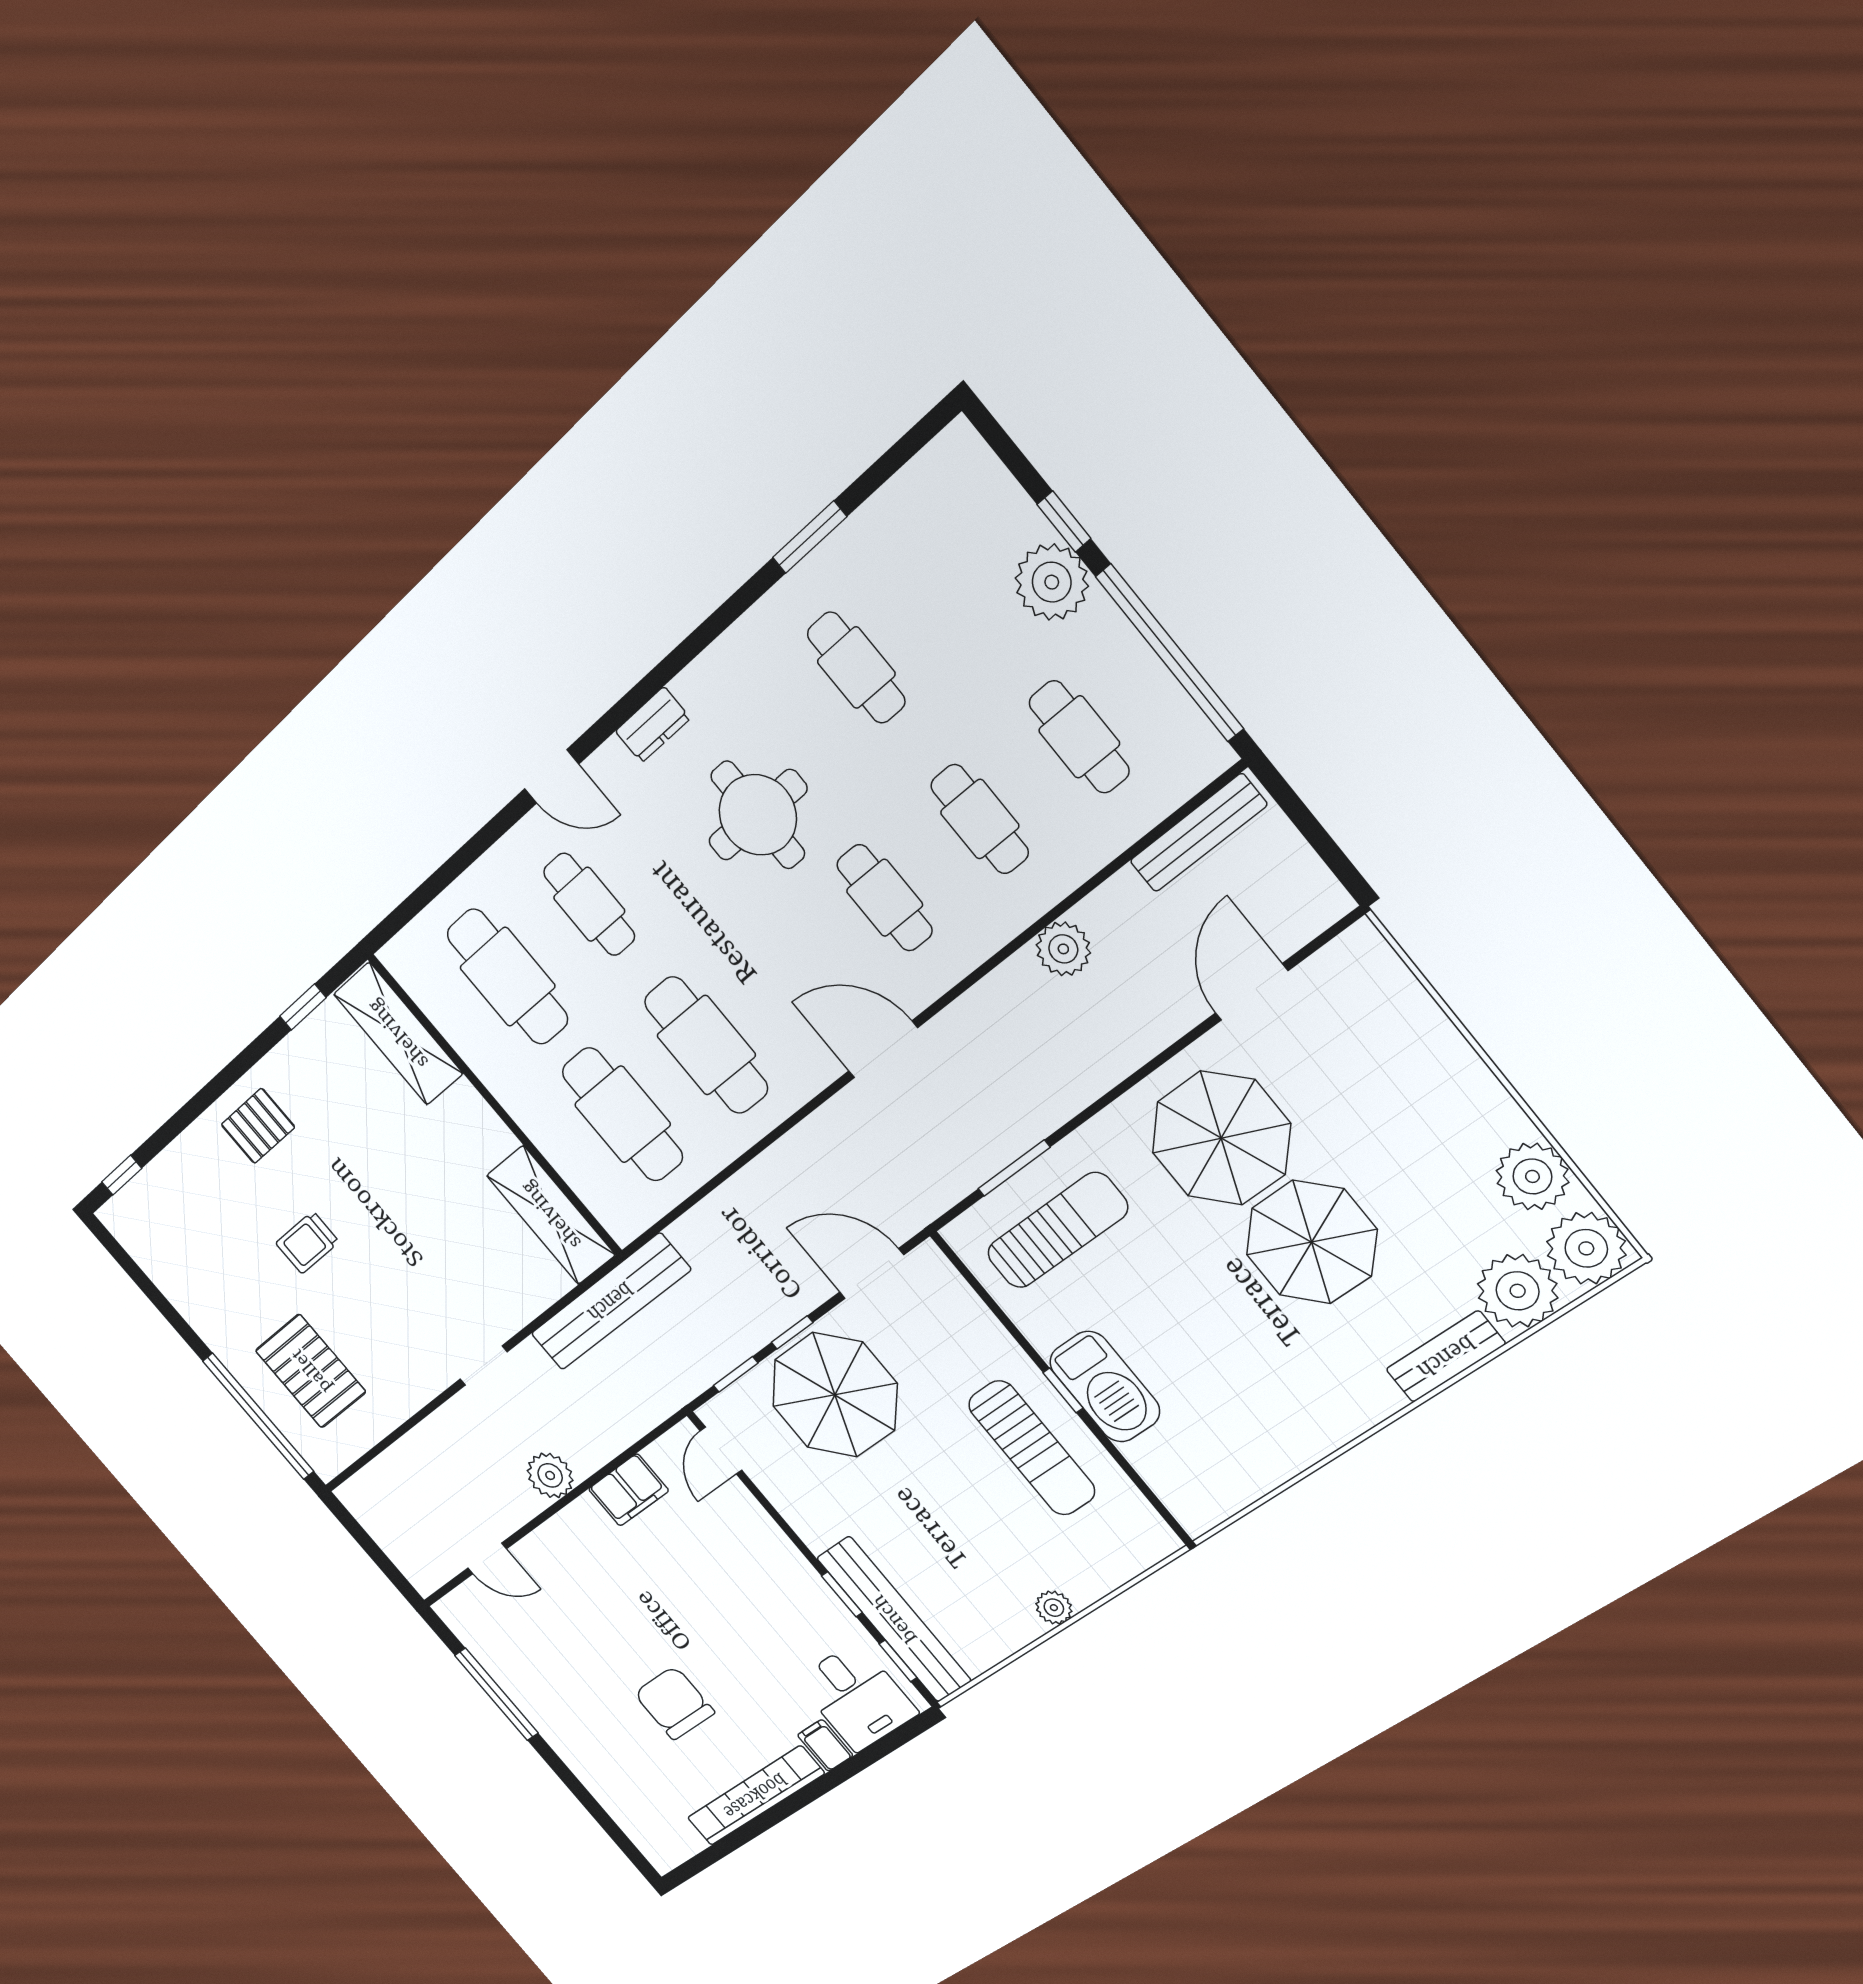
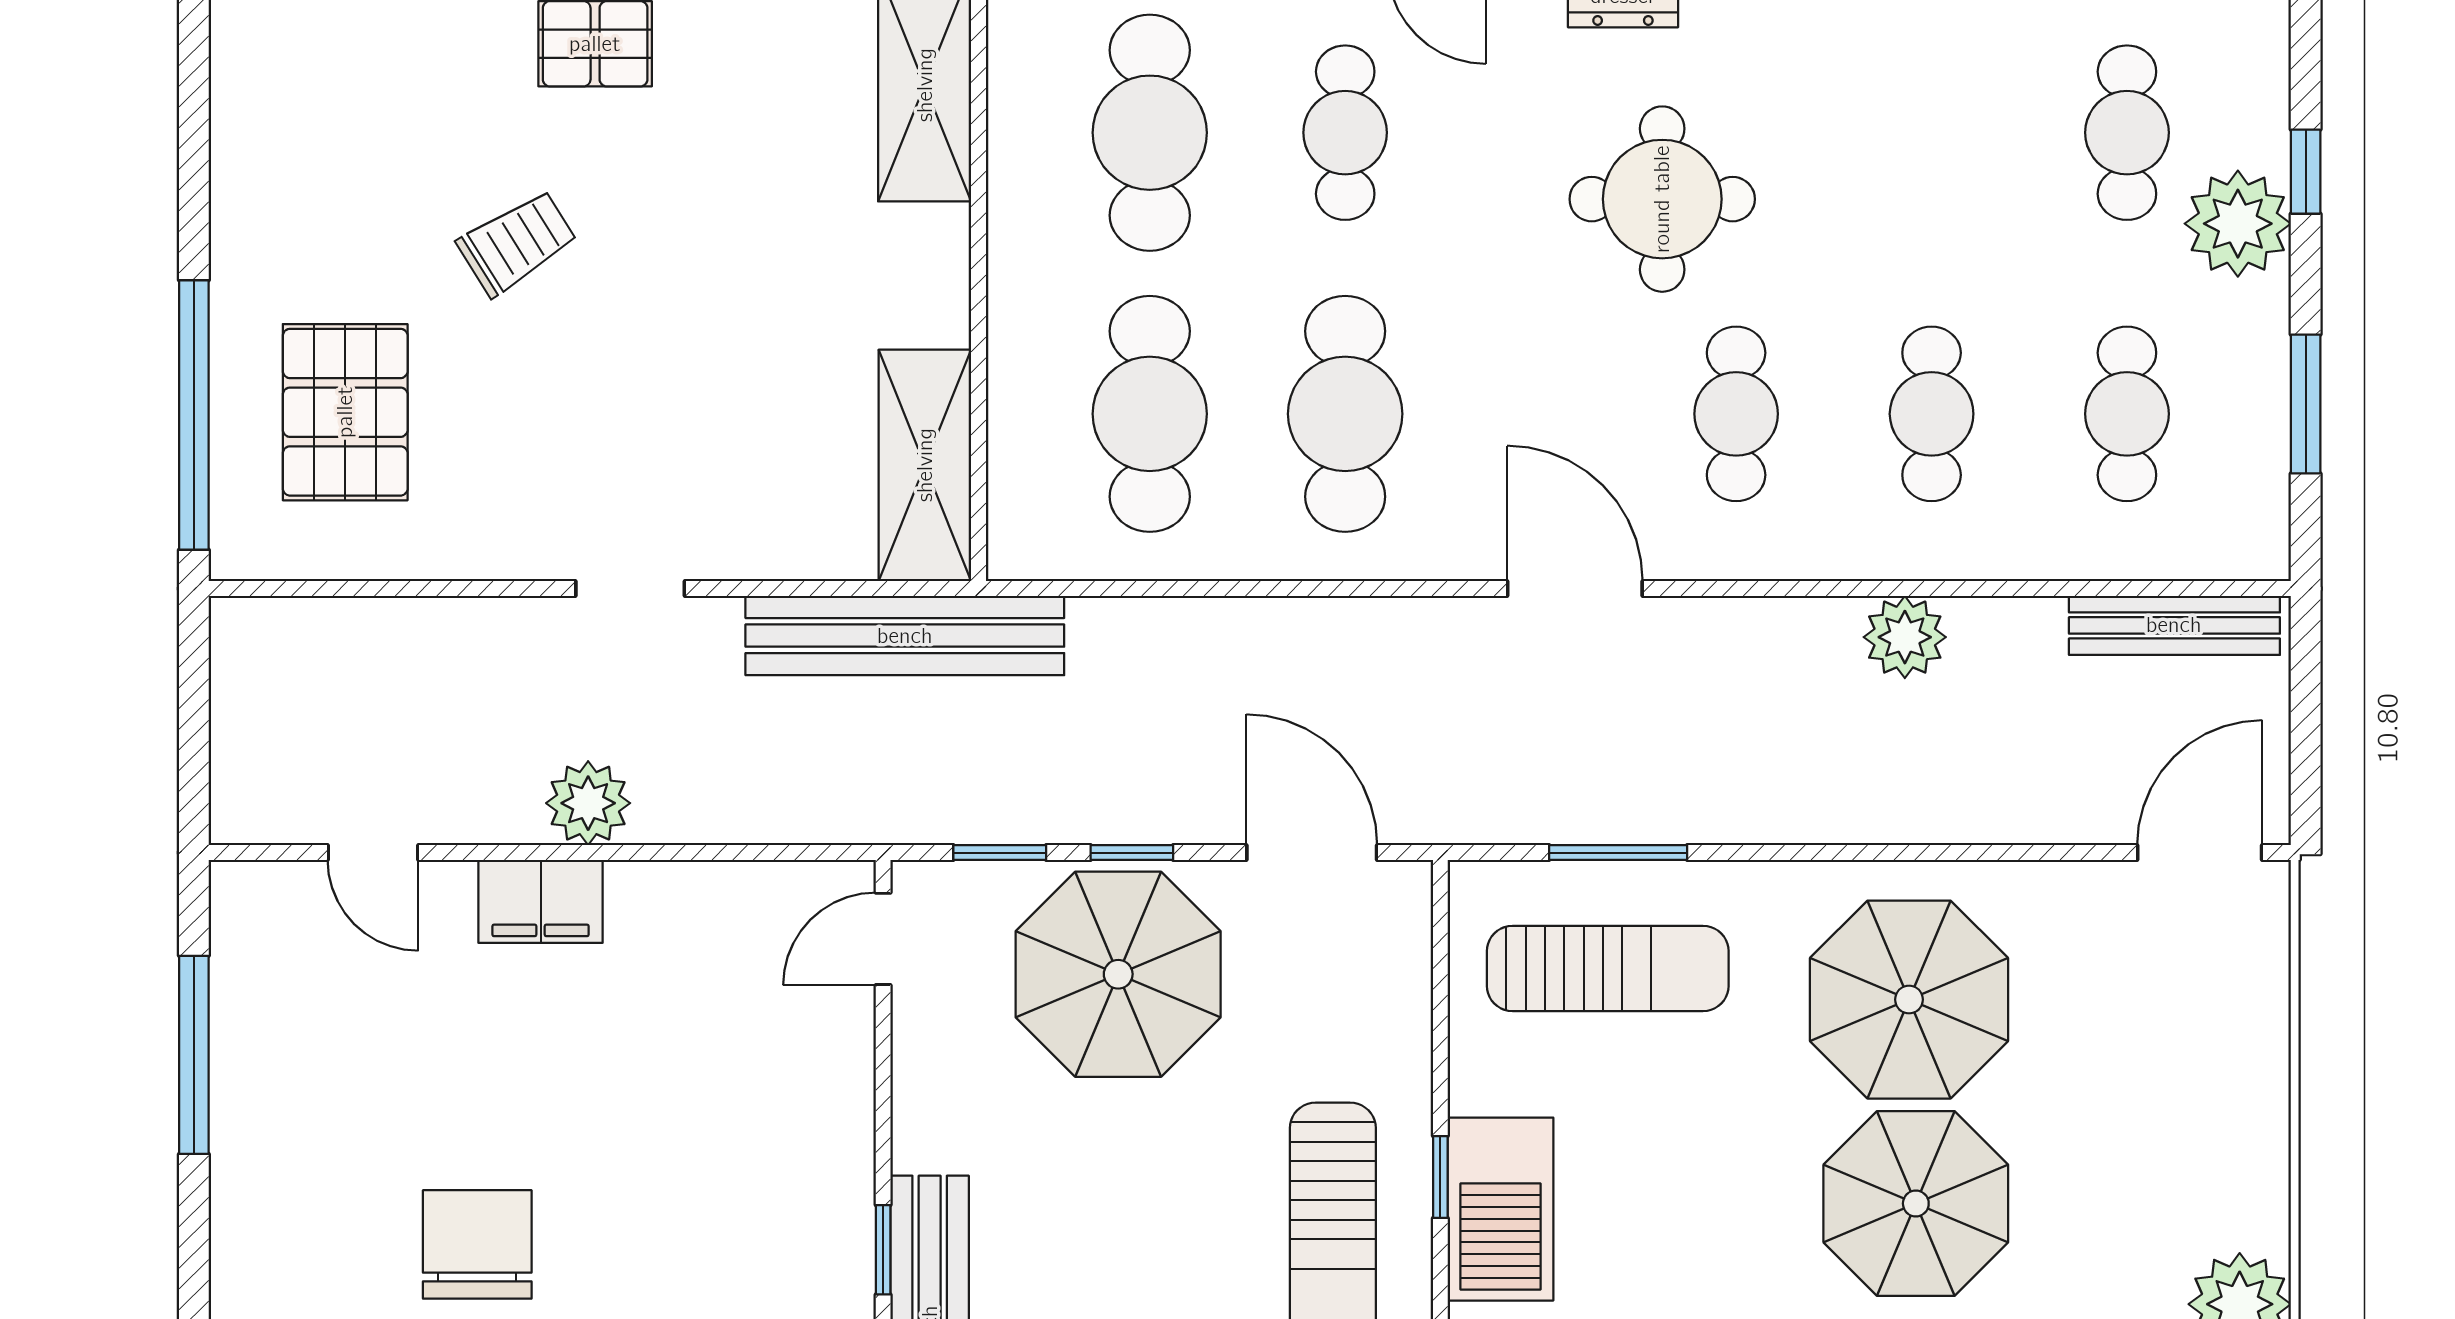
window: (1170, 653) -> (2306, 404), width x0.47
cafe table: (856, 668) -> (2127, 133), moved
door: (1252, 992) -> (2200, 853), moved
trolley: (307, 1243) -> (517, 243), turned 148
filing cabinet: (629, 1490) -> (541, 901), moved

